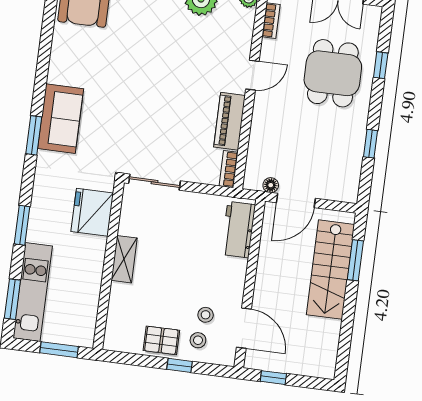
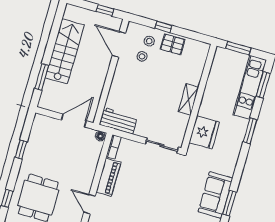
door: (252, 75) -> (89, 204), hinge flipped
window: (34, 135) -> (229, 203), moved
floor lamp: (271, 185) -> (100, 136), moved
workbench: (238, 230) -> (118, 121), moved, turned -90
stairs: (330, 270) -> (65, 51), moved

